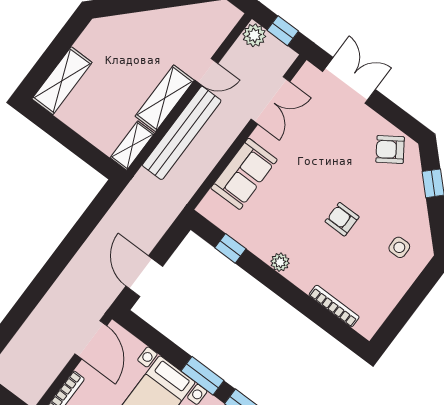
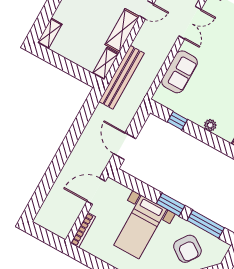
shelving: (62, 81) -> (50, 33), width x0.67, depth x0.75
bench: (182, 133) -> (122, 77), moved
door: (91, 340) -> (96, 191), swing flipped

